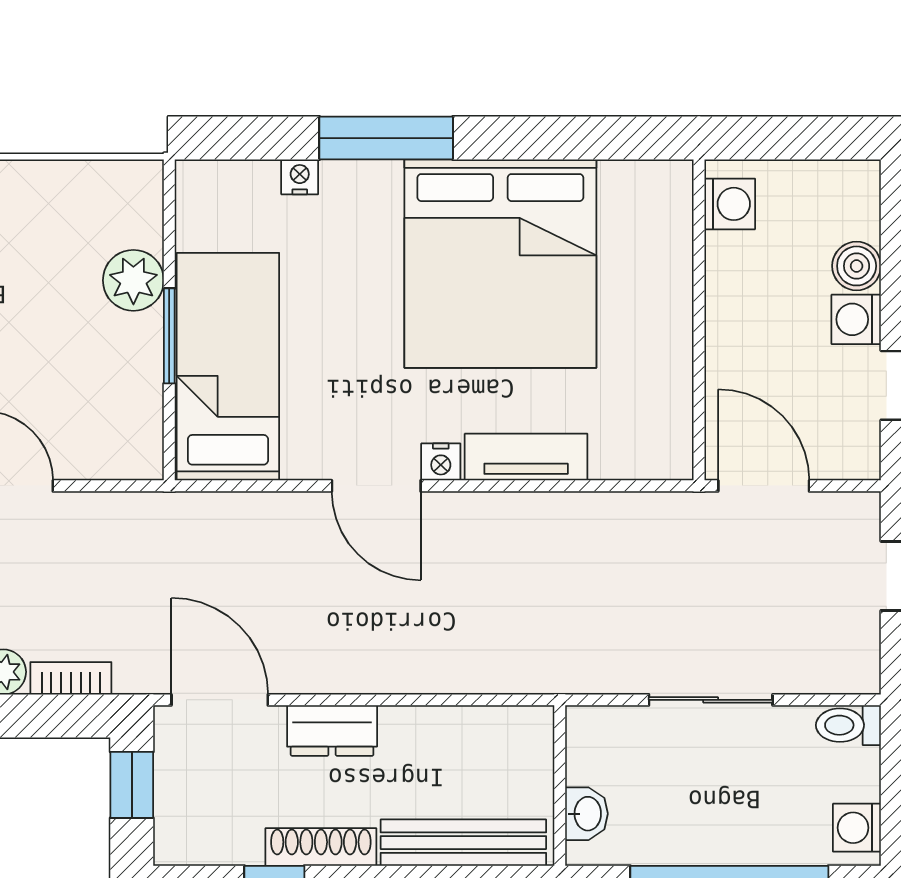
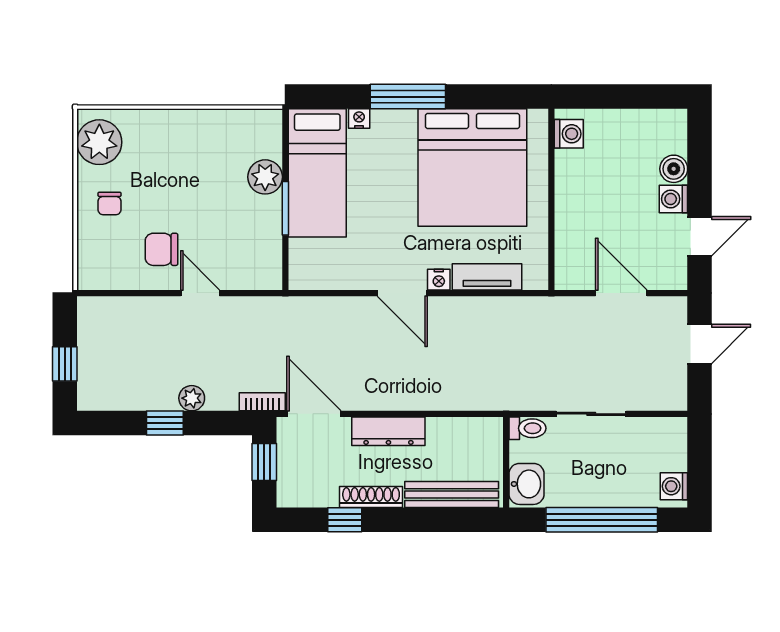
washing machine: (730, 204) -> (569, 134), moved
wall: (699, 320) -> (551, 199), moved
bed: (228, 367) -> (317, 173), moved, turned 180
bookcase: (71, 678) -> (262, 402), moved
toilet: (848, 725) -> (527, 428), moved, turned 180
dresser: (332, 731) -> (388, 431), width x1.44
washbasin: (587, 814) -> (526, 484), width x1.38, depth x1.45

